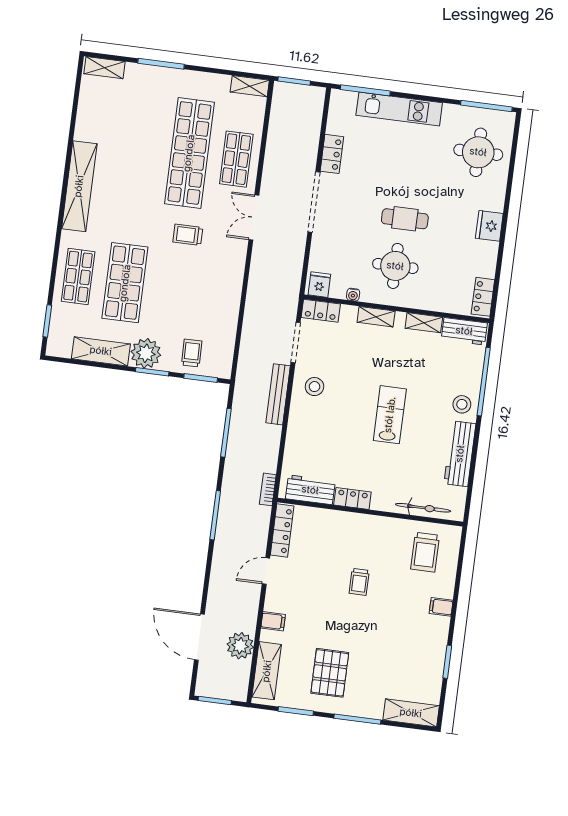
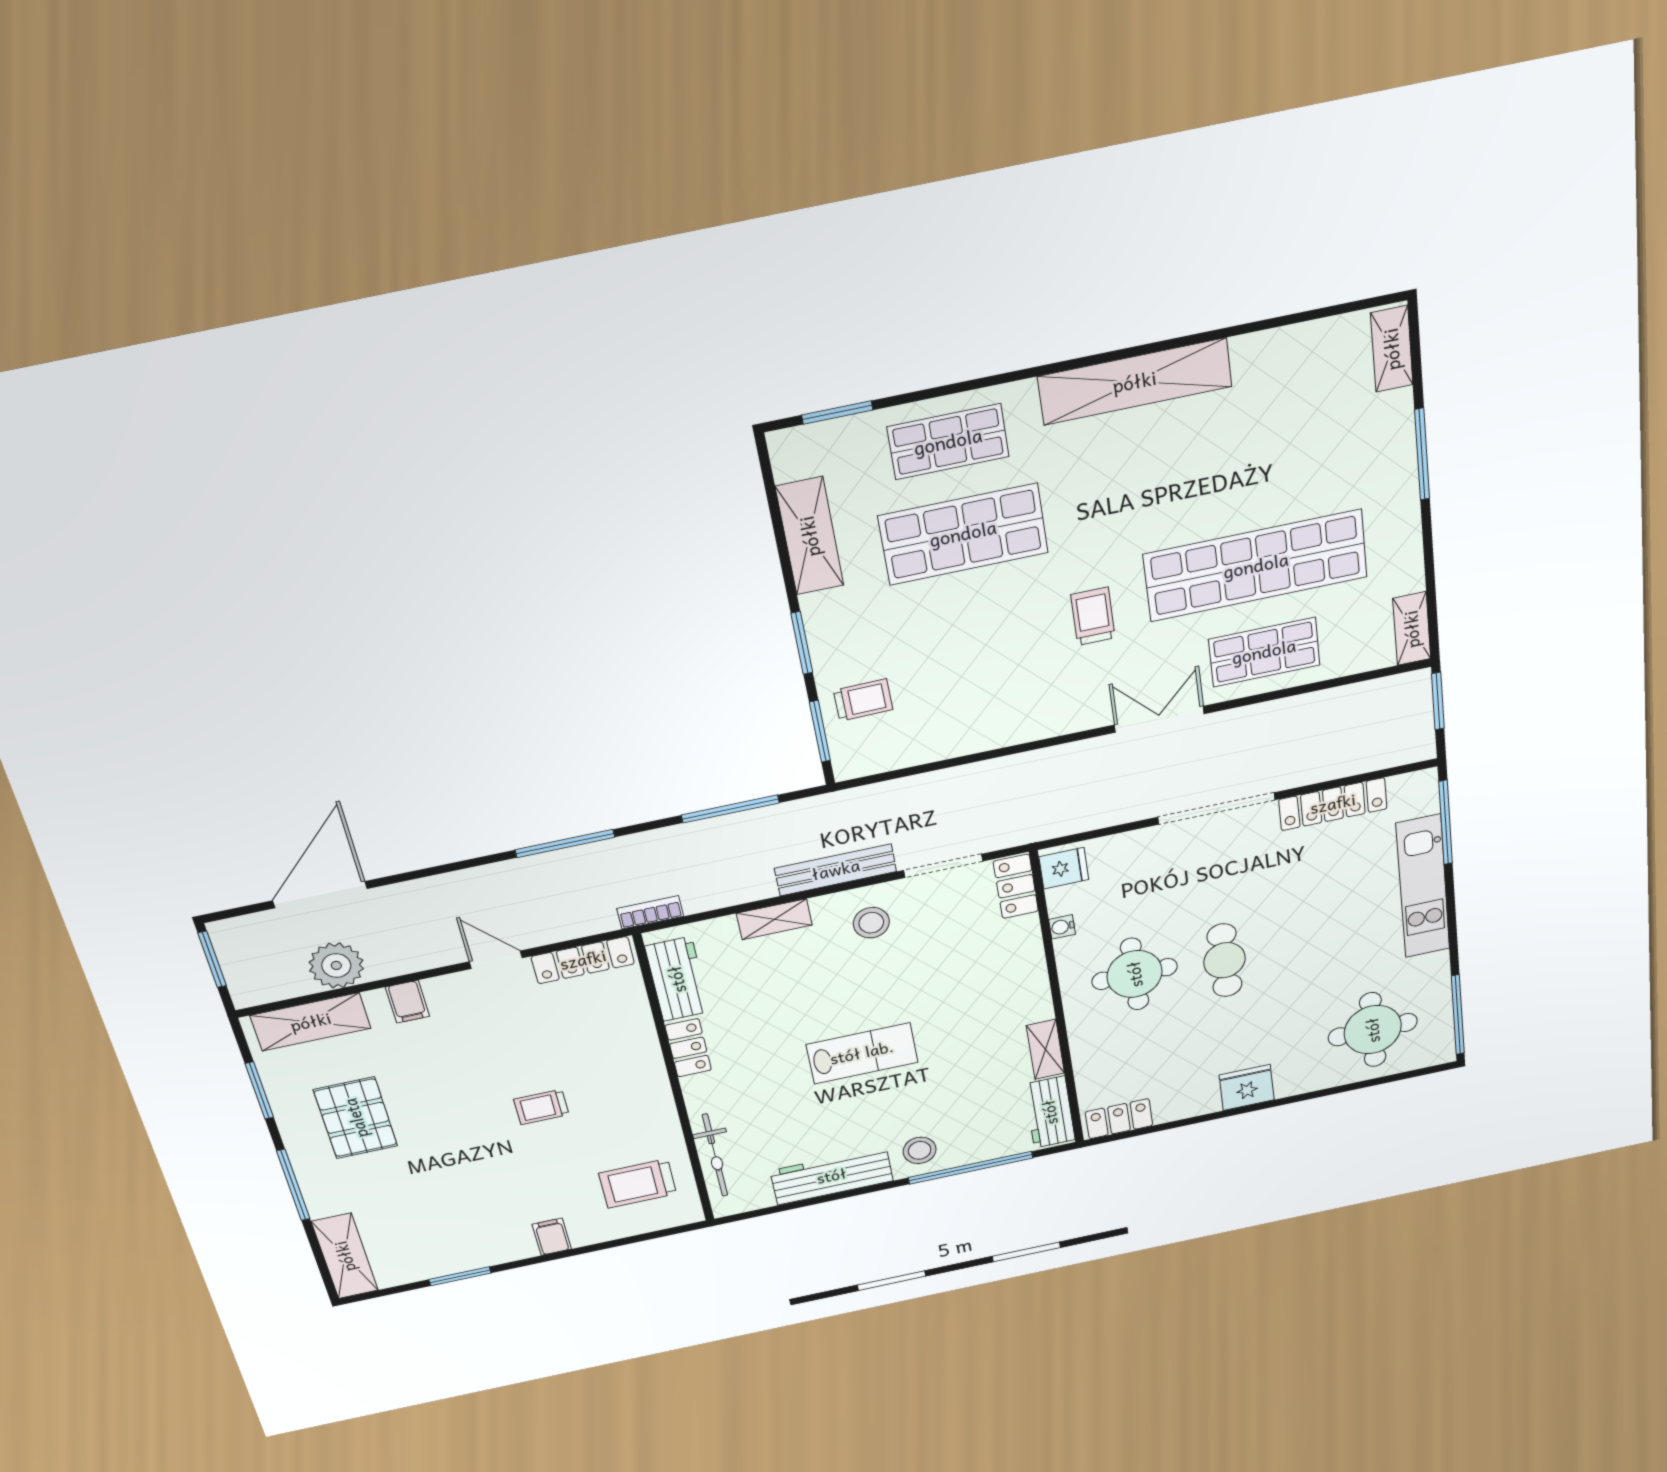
locker: (332, 154) -> (1333, 804), width x1.53
shelving: (376, 317) -> (774, 919), moved, turned 90
plant: (146, 353) -> (834, 620), removed
pallet: (330, 673) -> (356, 1118), turned 90

